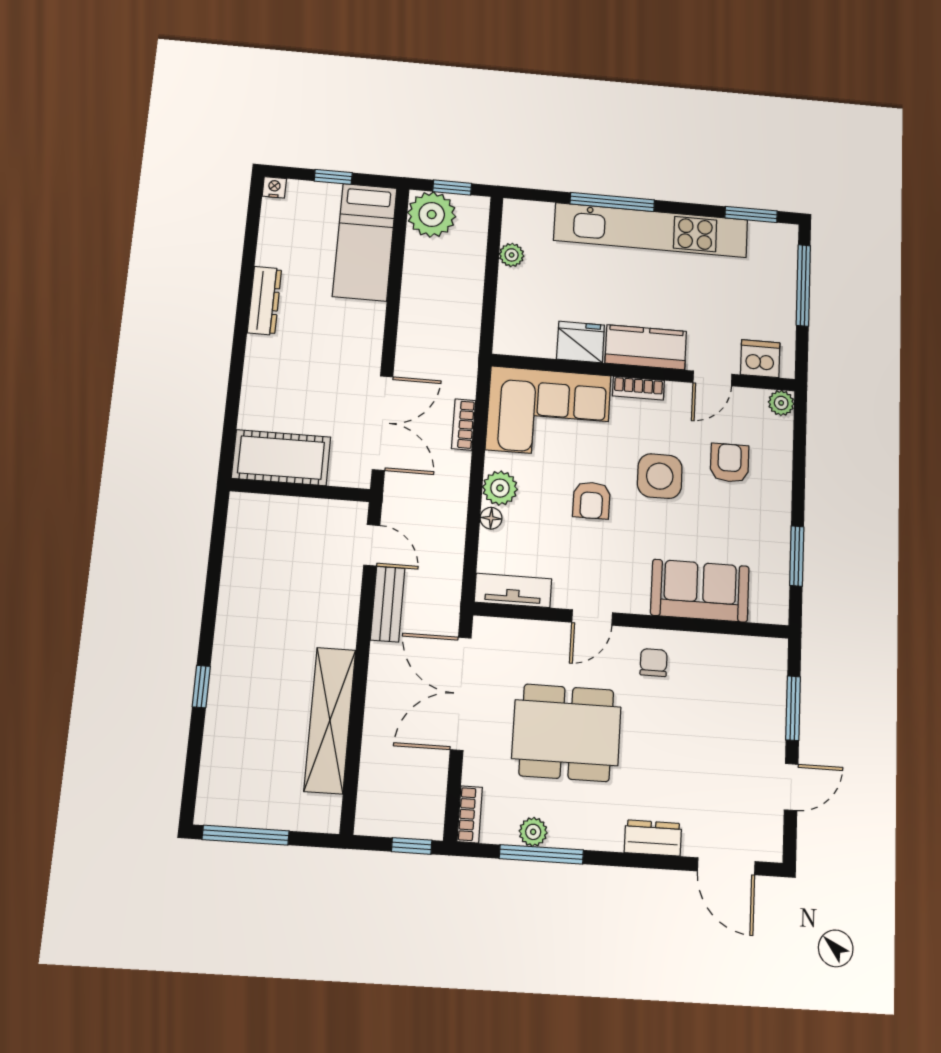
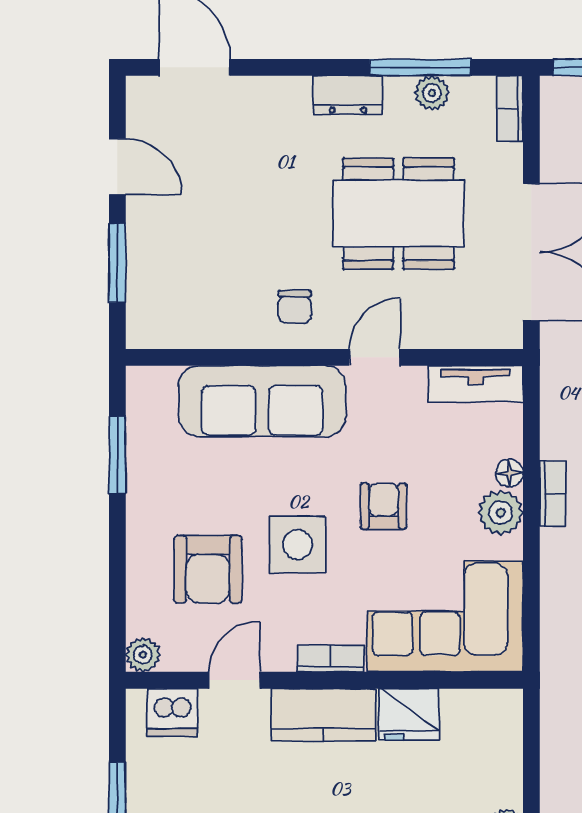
bookcase: (464, 425) -> (553, 494), moved
armchair: (730, 463) -> (208, 569), width x1.38, depth x1.38
sofa: (700, 591) -> (262, 401), width x1.36
door: (791, 787) -> (117, 167), swing flipped
dresser: (653, 838) -> (348, 95), moved

